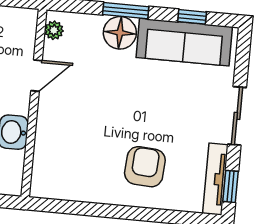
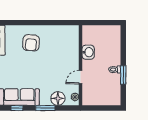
floor lamp: (120, 33) -> (58, 98), moved

